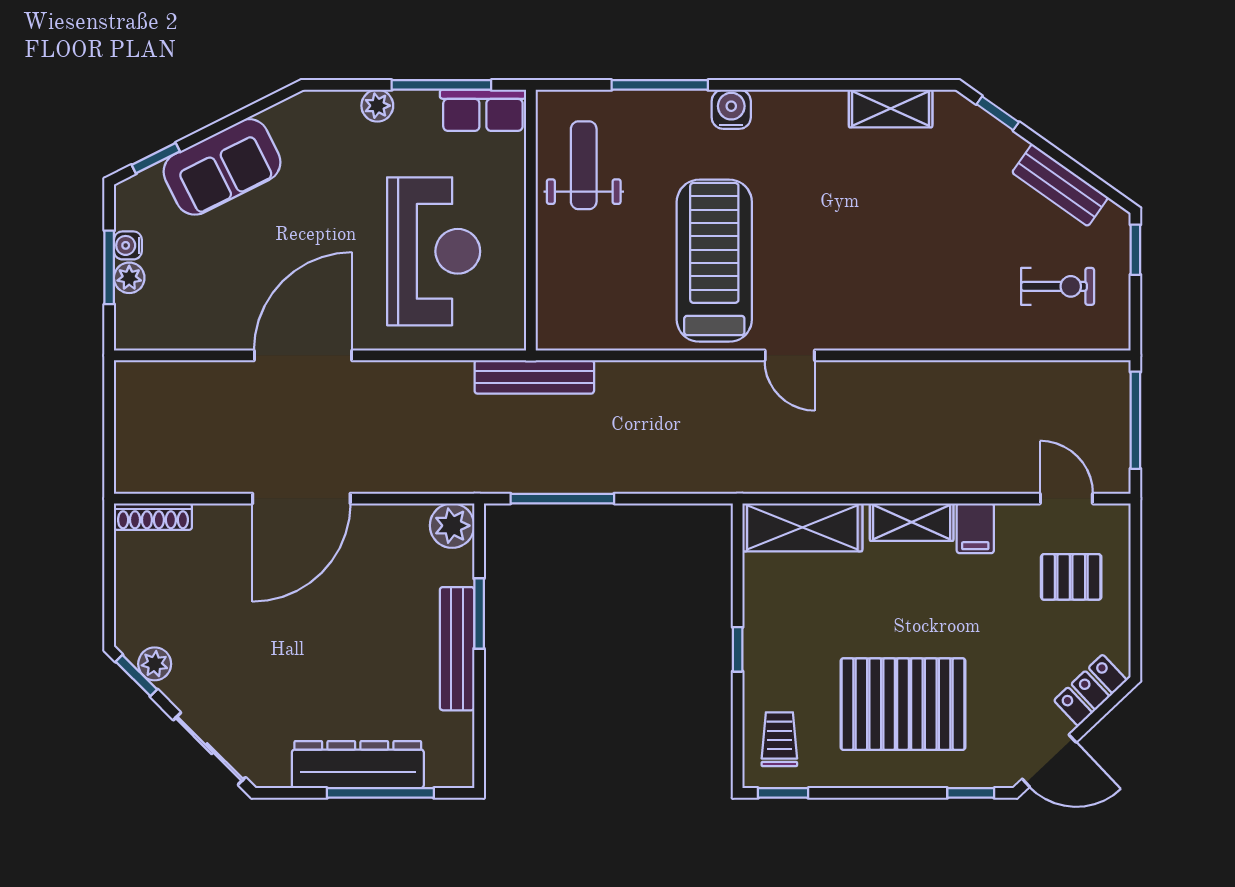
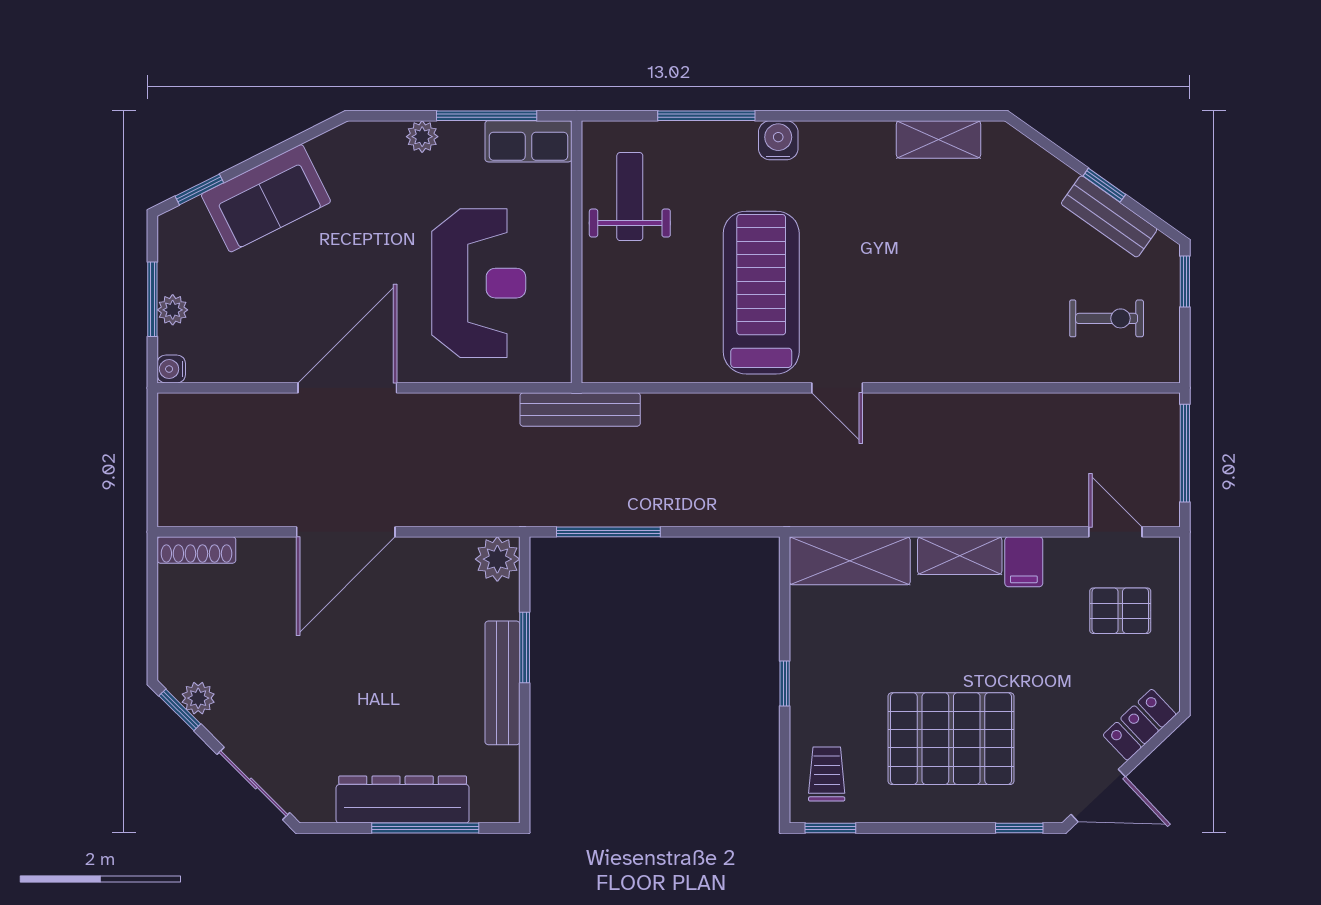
window: (998, 113) -> (1104, 185), moved
water cooler: (128, 245) -> (171, 369), moved

